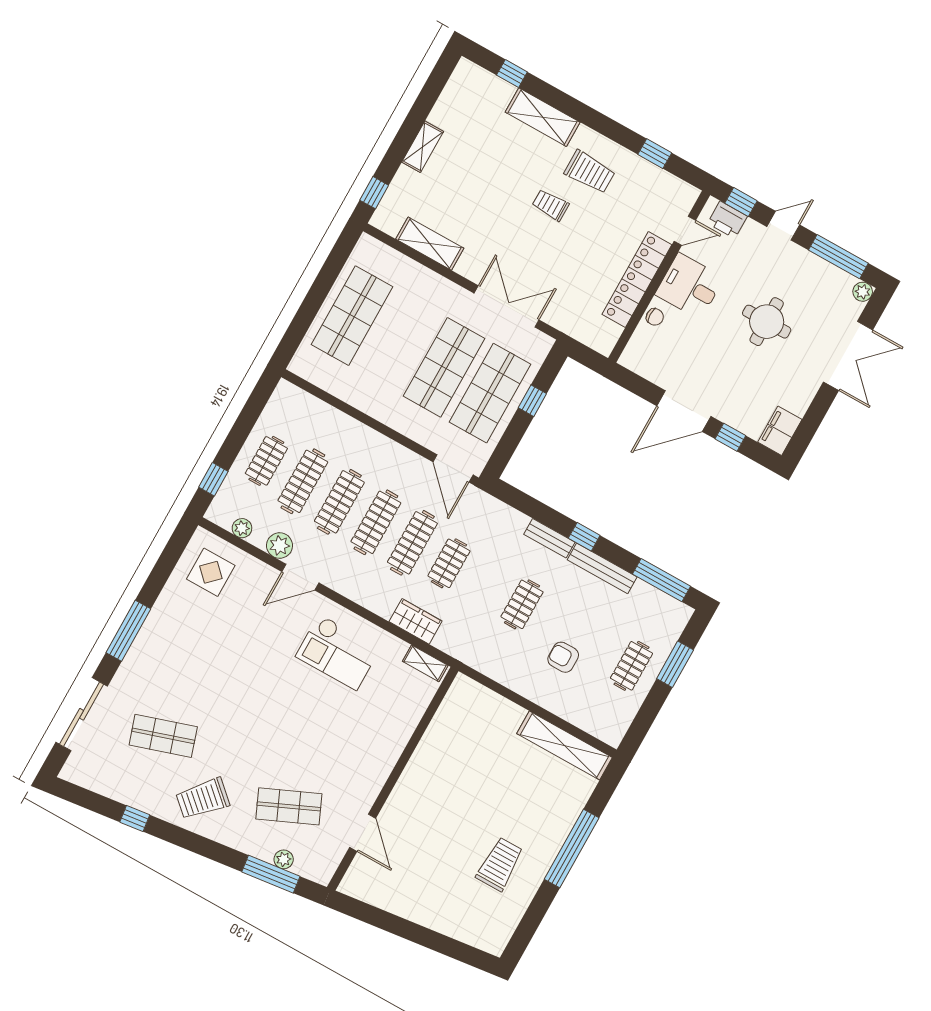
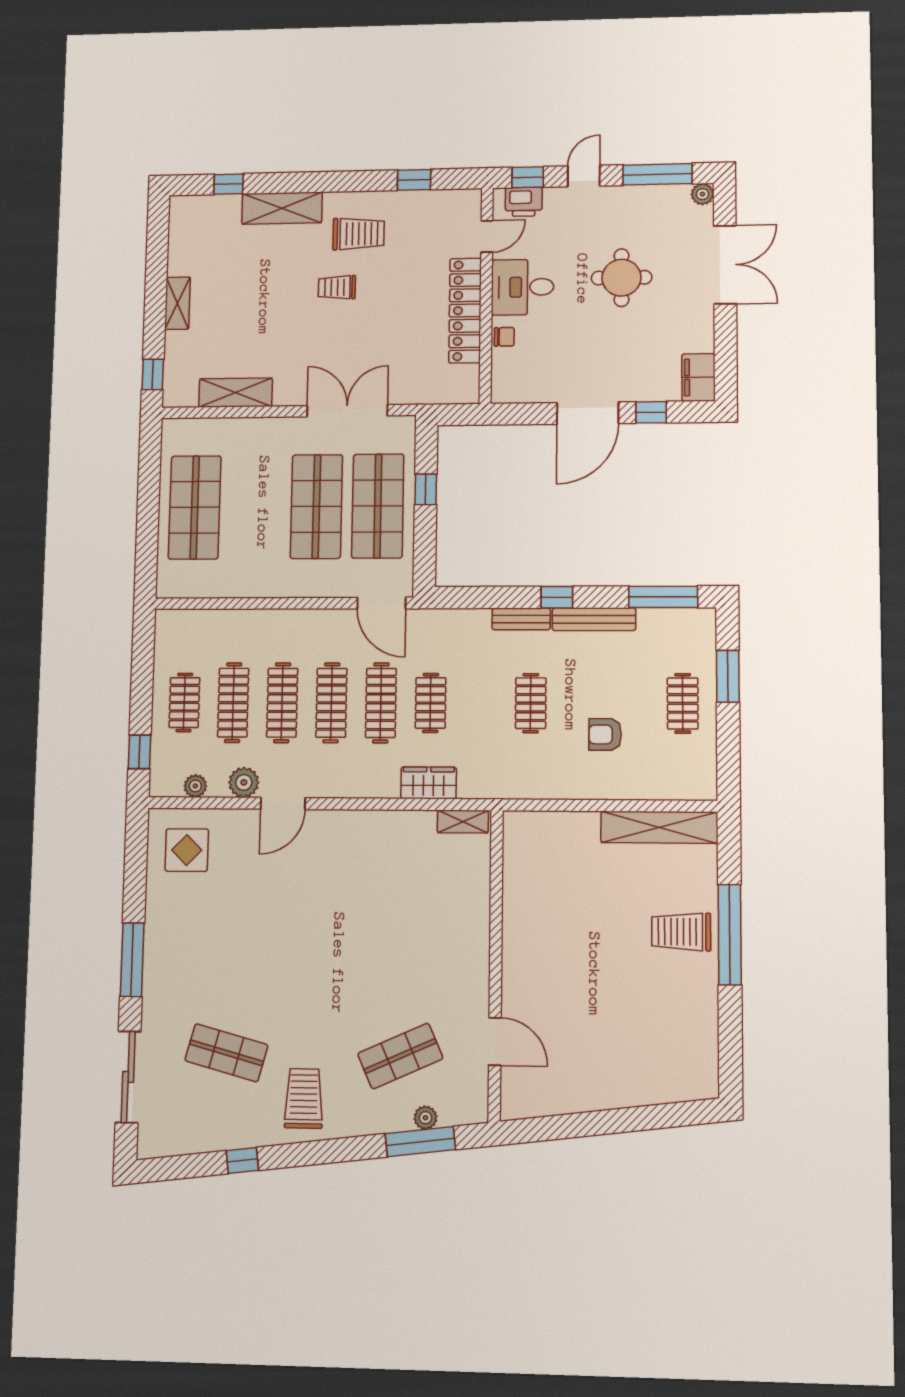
checkout: (338, 652) -> (364, 861), removed
shop shelf: (163, 736) -> (226, 1053), turned 33
trolley: (203, 799) -> (304, 1098), turned 138
trolley: (500, 864) -> (681, 932), moved, turned -90

